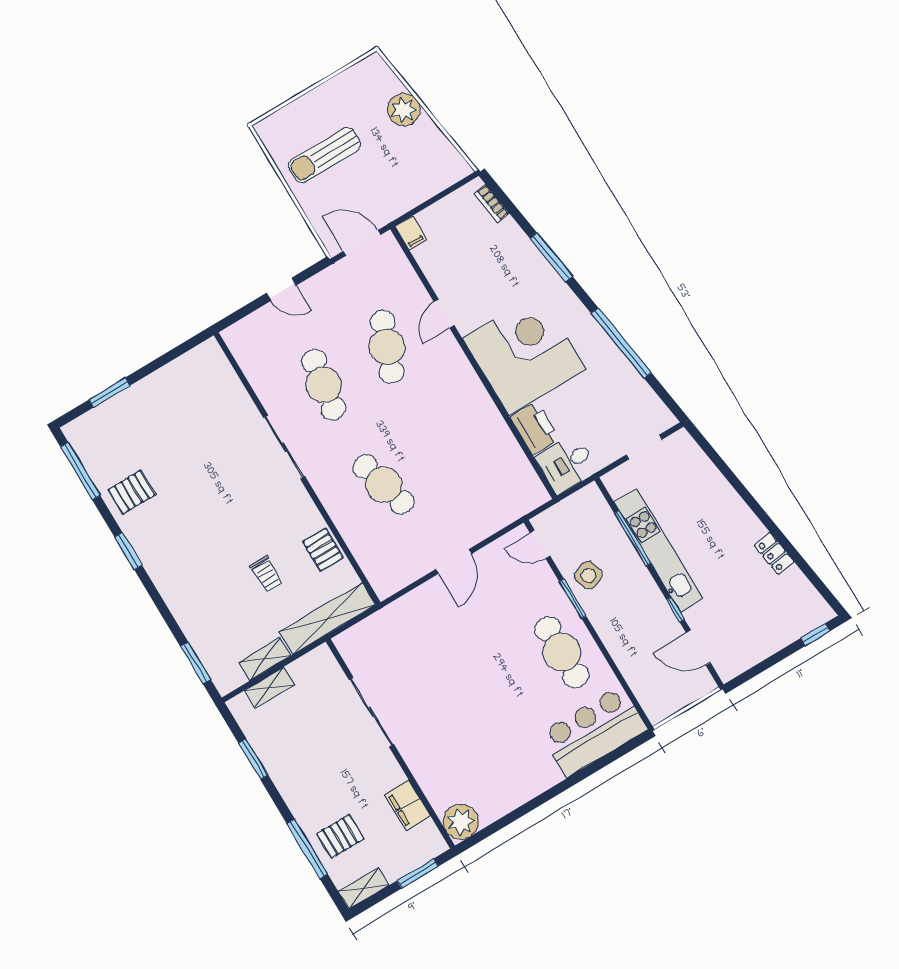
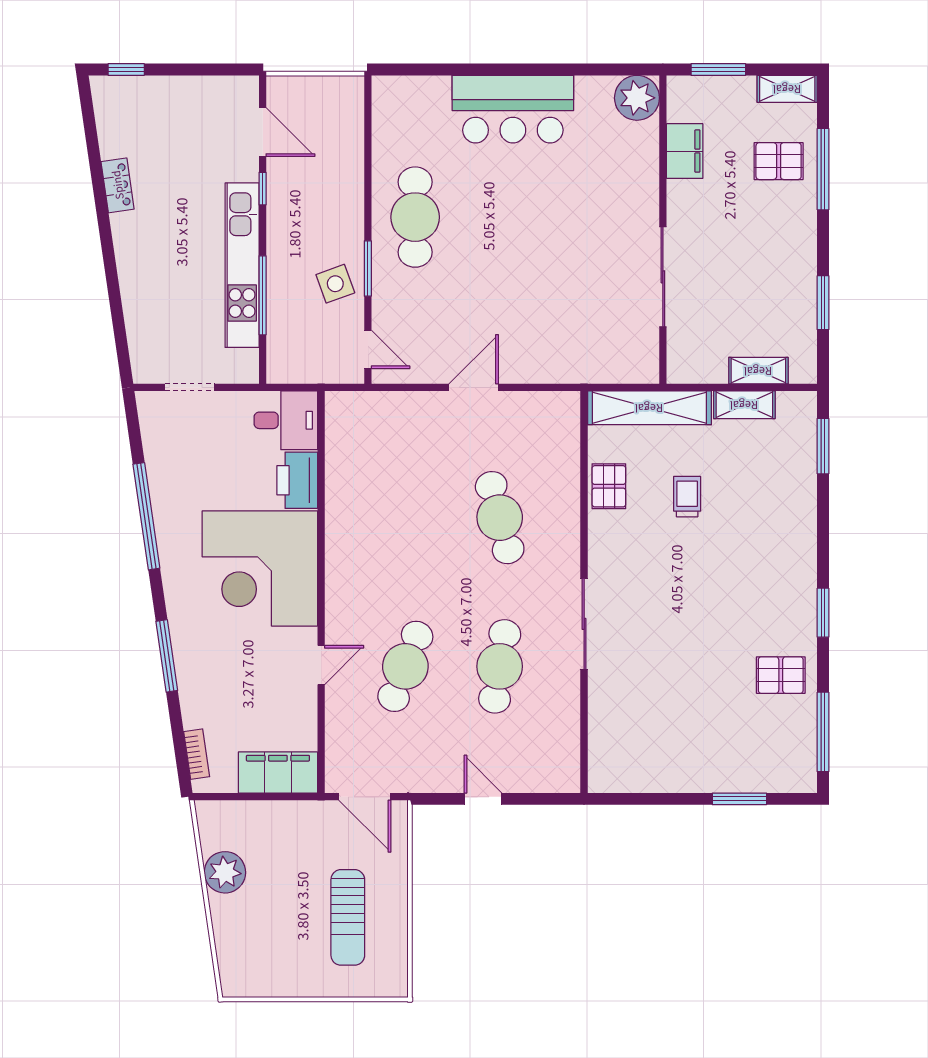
plant: (404, 110) -> (225, 872), moved
sun lounger: (324, 155) -> (348, 917), turned 90
filing cabinet: (411, 233) -> (278, 772), width x3.00, depth x1.17
bar counter: (594, 731) -> (513, 109), moved

